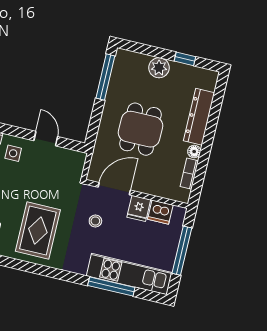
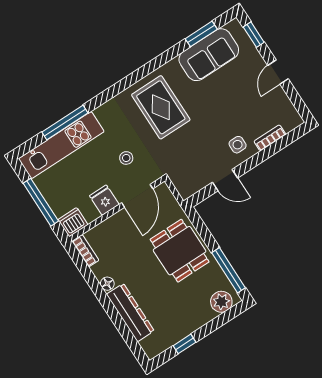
plant: (159, 68) -> (221, 302), moved
dining table: (140, 129) -> (180, 251), moved
bookcase: (189, 174) -> (85, 251), moved
dishwasher: (160, 212) -> (73, 222), moved

